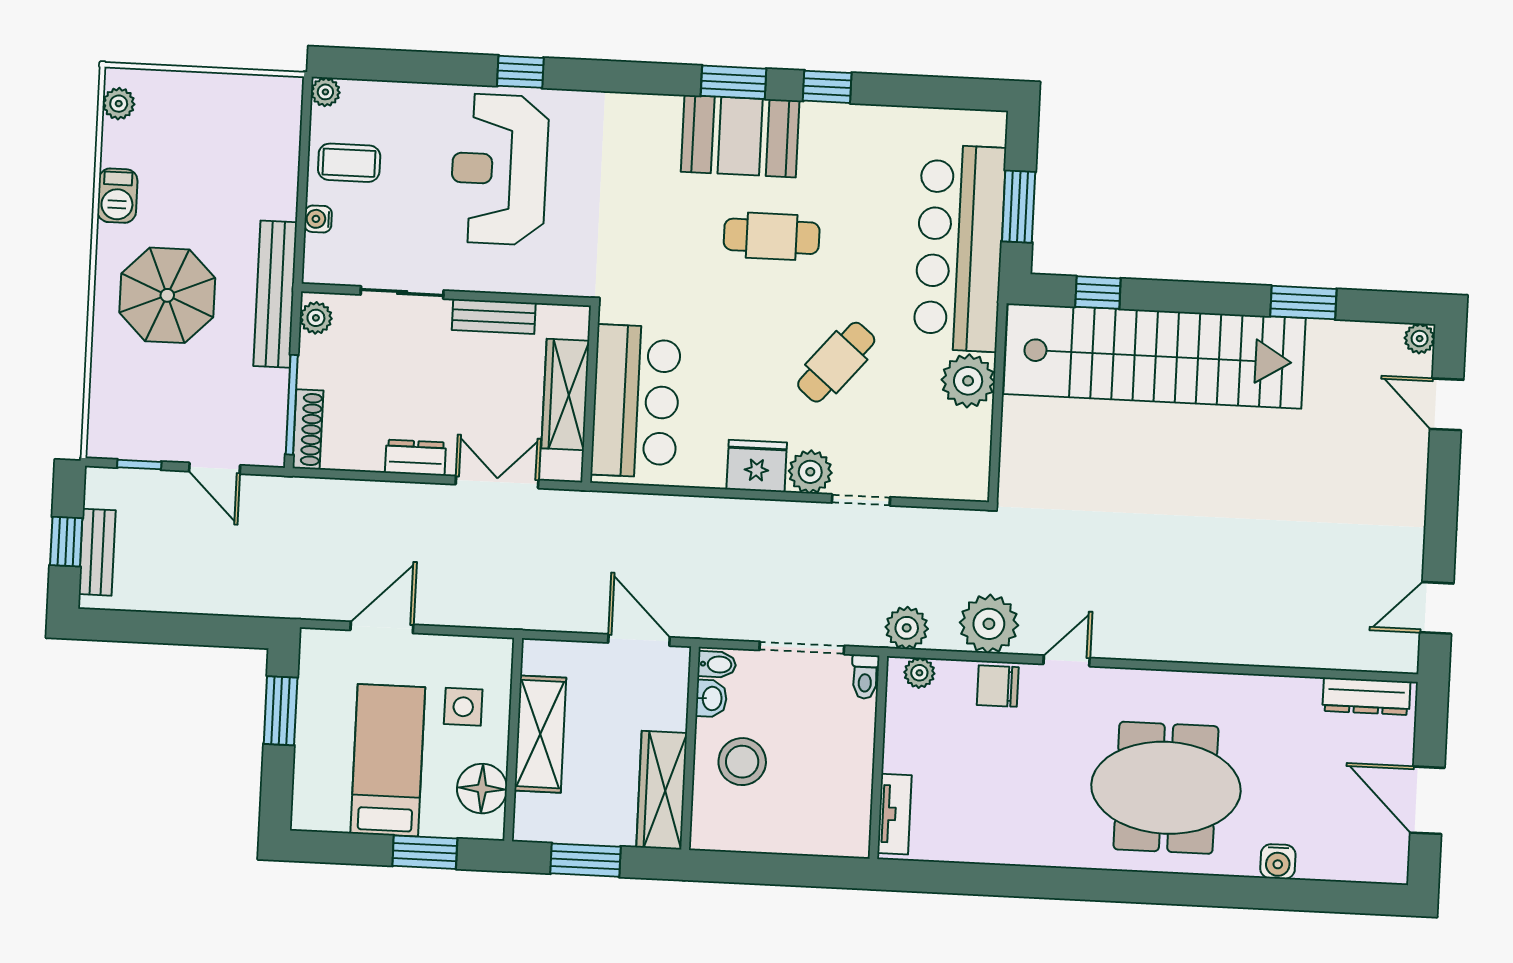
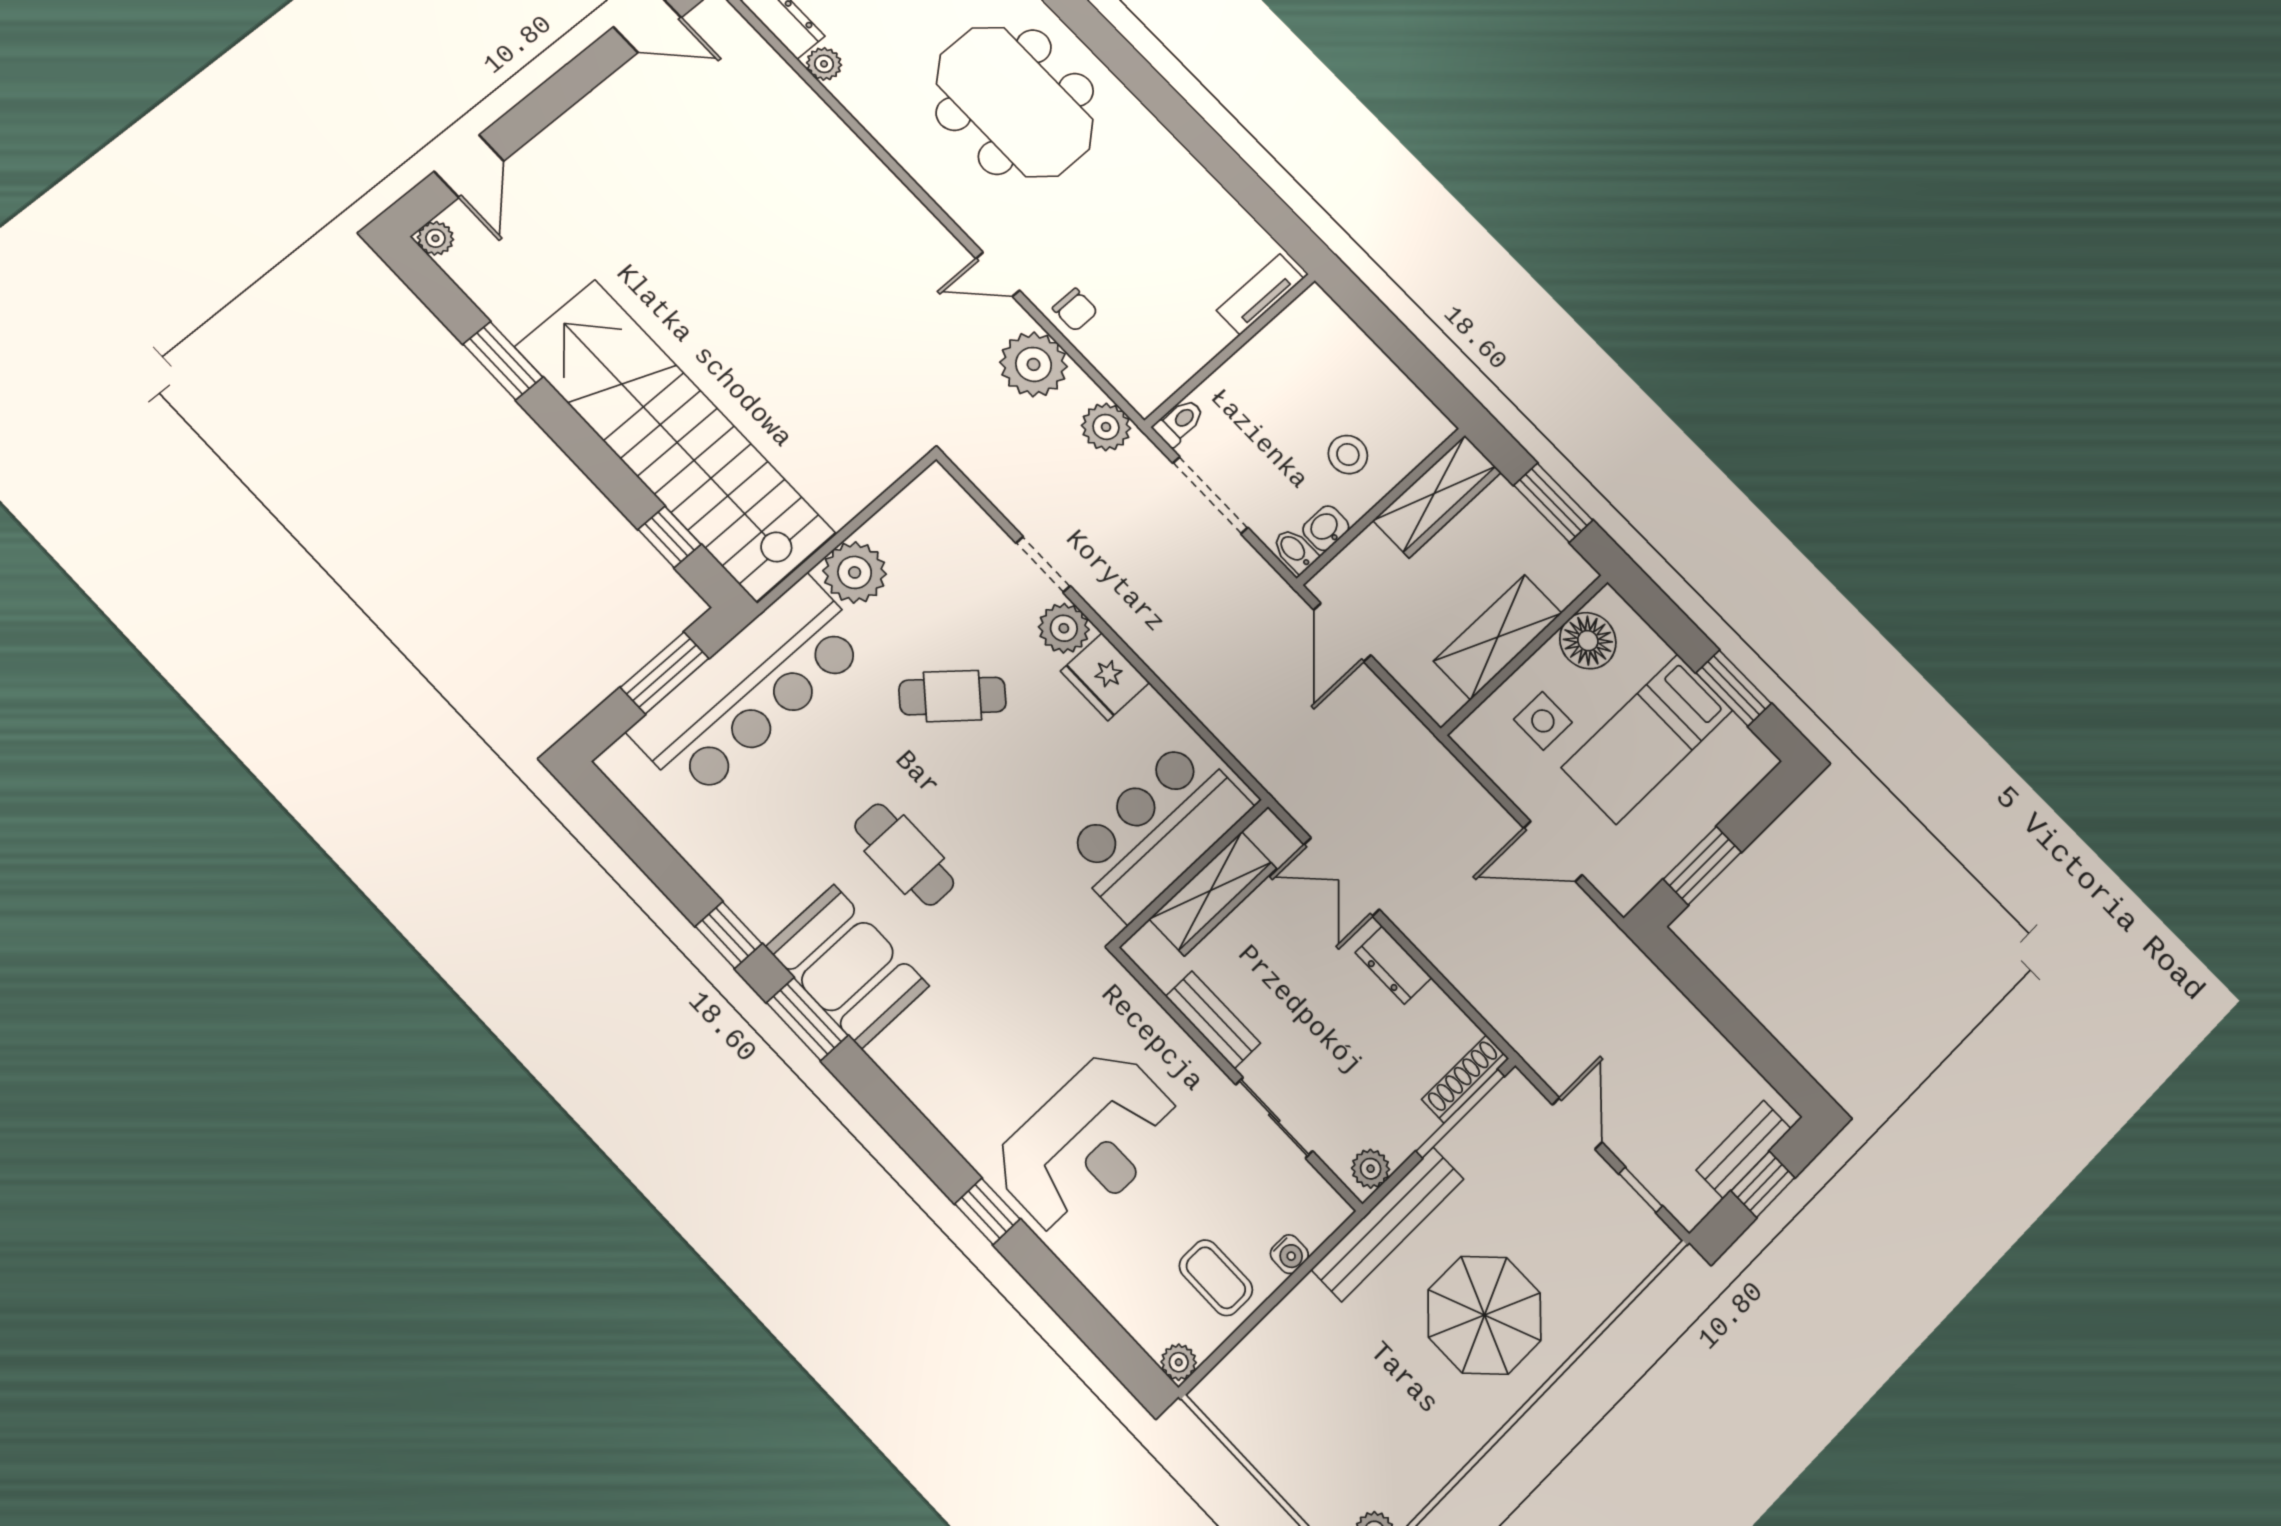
barbecue: (117, 196) -> (1450, 1448), removed
plant: (919, 673) -> (824, 64), moved
chair: (998, 686) -> (1075, 310), width x0.73, depth x0.73
stool: (742, 762) -> (1348, 455), width x0.73, depth x0.73
window: (425, 852) -> (1734, 688), moved

